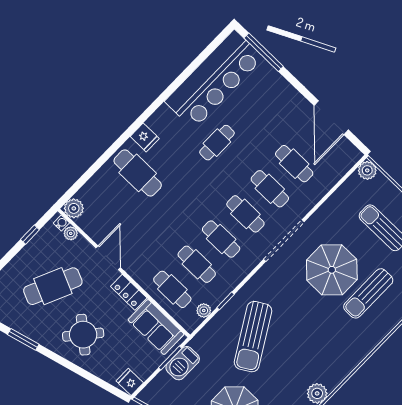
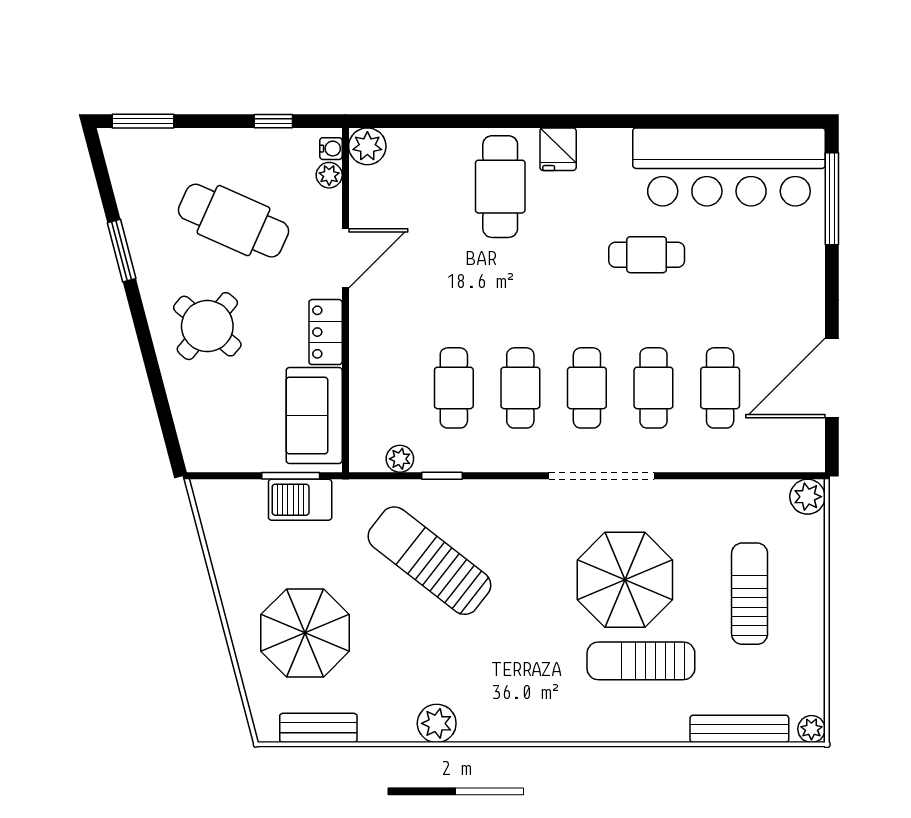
cafe table: (172, 289) -> (387, 388), removed
sun lounger: (253, 337) -> (429, 561), turned 69
fridge: (130, 382) -> (204, 452), removed

